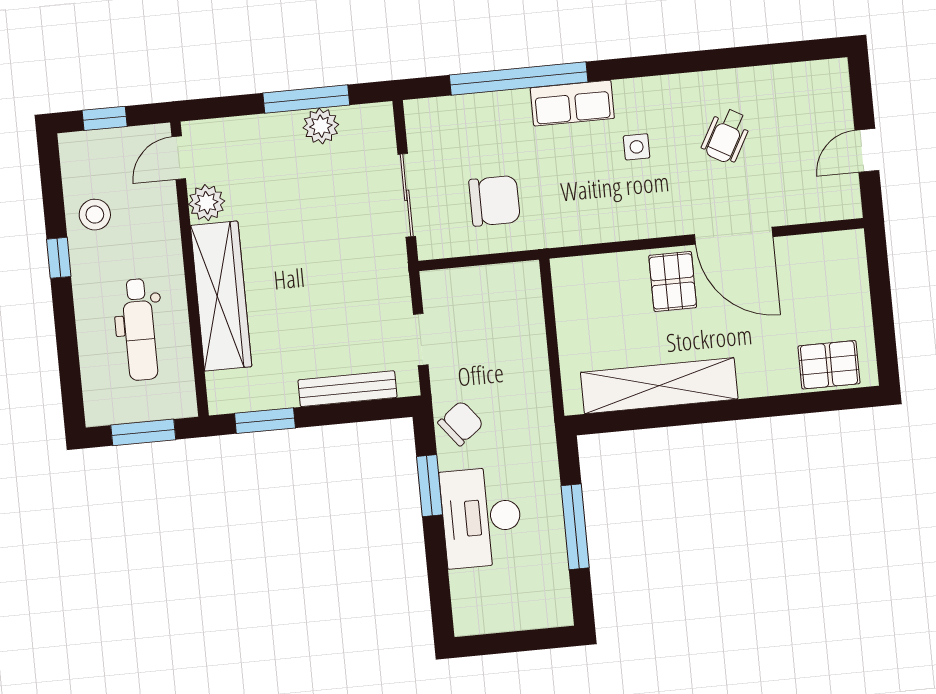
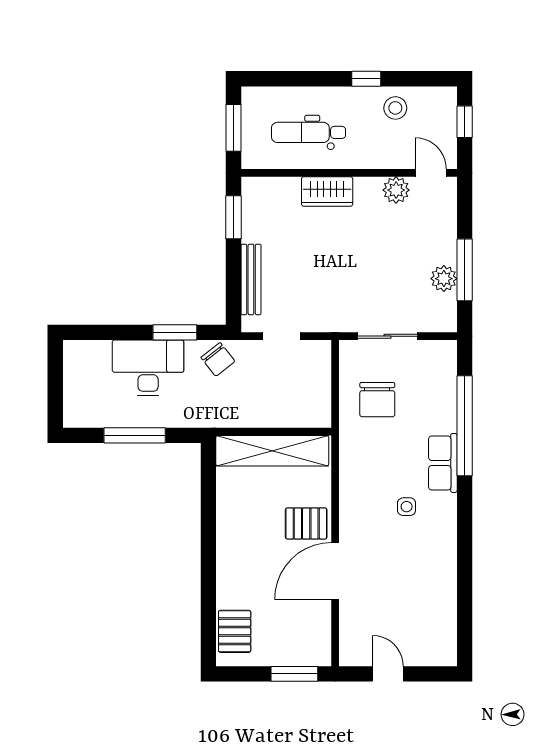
wheelchair: (726, 136) -> (408, 573), removed
window: (879, 278) -> (294, 674), added
wardrobe: (221, 296) -> (327, 191), width x0.48, depth x0.85
shelving: (659, 386) -> (272, 451), moved, turned 90

